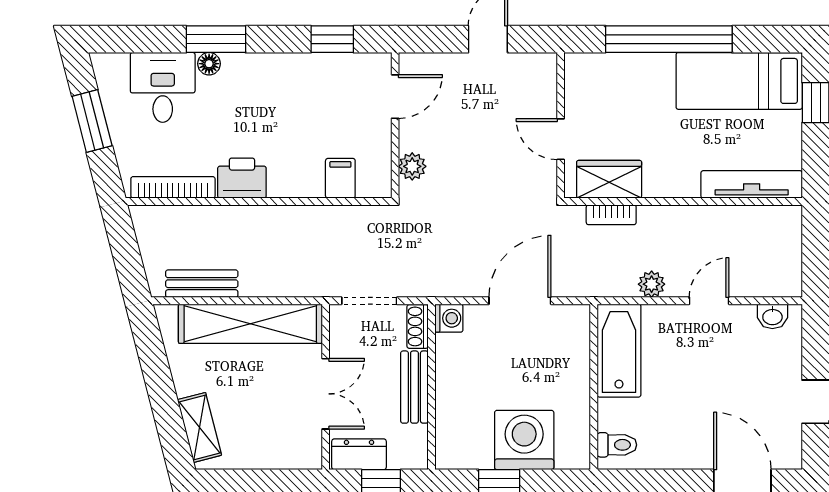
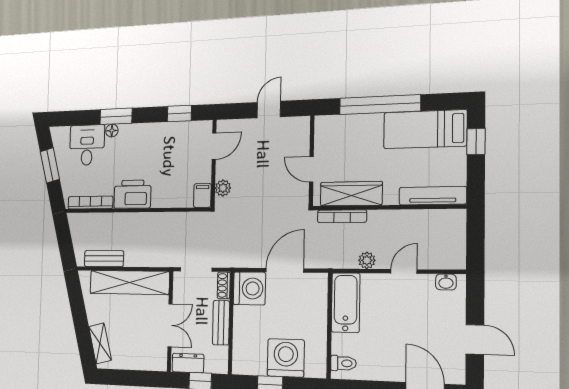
printer: (242, 178) -> (132, 194), width x1.37, depth x1.19
filing cabinet: (340, 178) -> (202, 195), moved
wardrobe: (609, 179) -> (351, 194), width x1.50
bookcase: (611, 215) -> (342, 216), width x1.56
washing machine: (449, 318) -> (249, 288), width x1.89, depth x1.89

